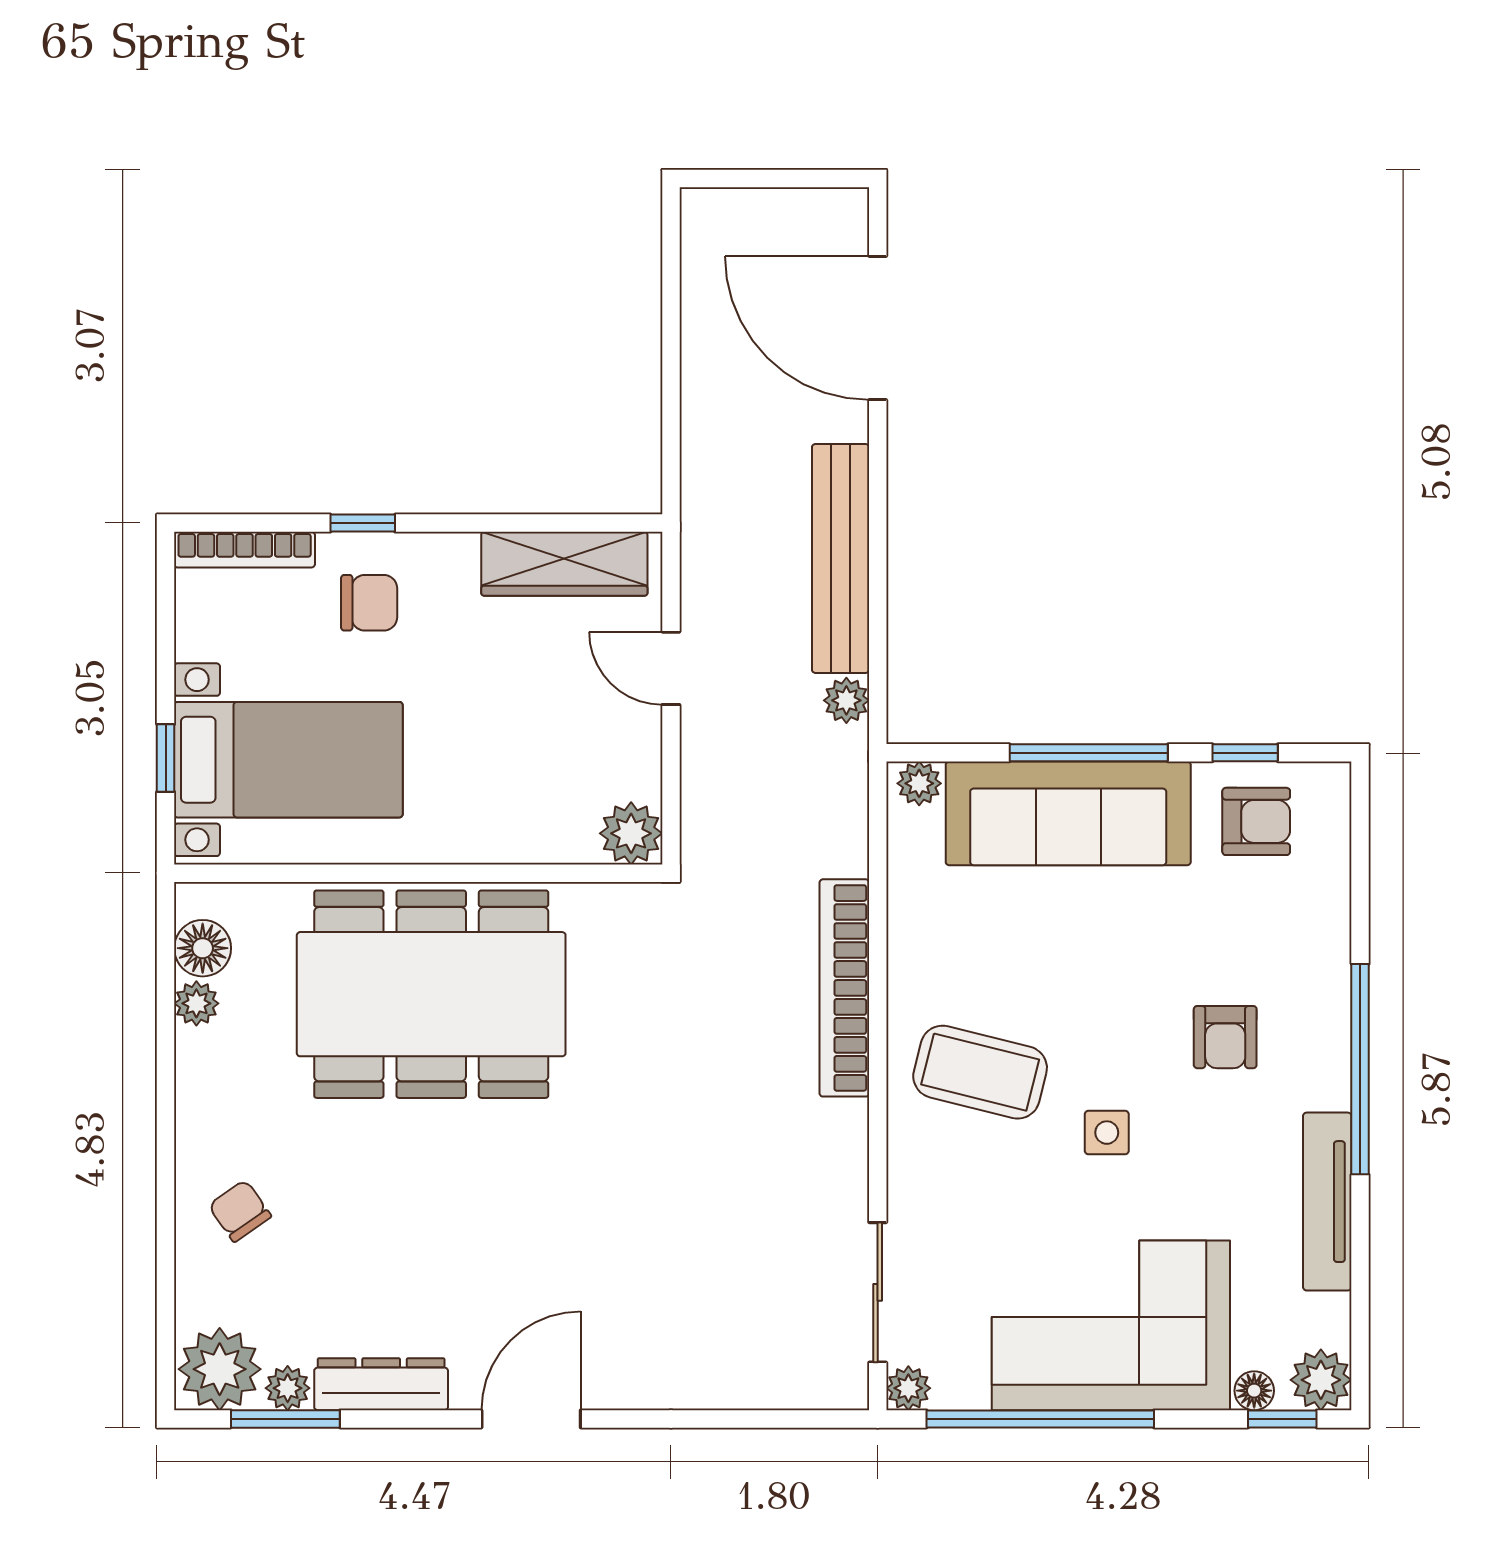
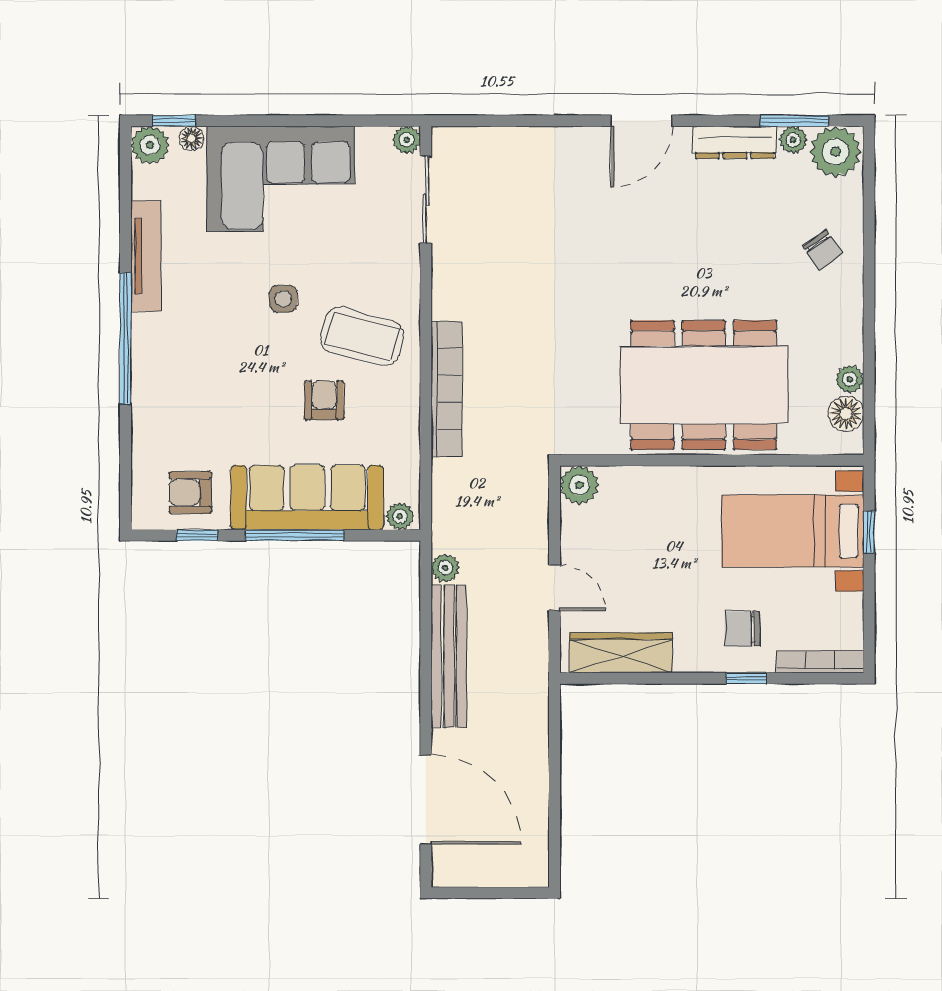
armchair: (1225, 1037) -> (324, 400), moved
window: (1040, 1419) -> (325, 121), removed

